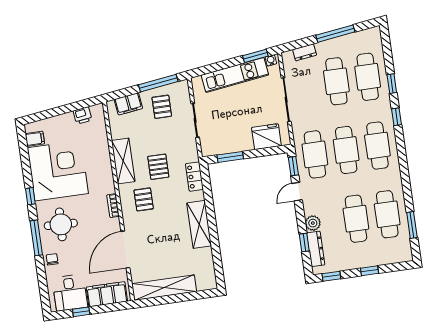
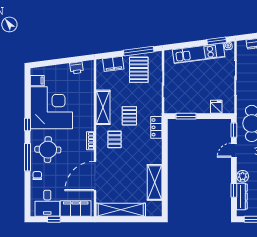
pallet: (162, 107) -> (139, 70), width x1.50, depth x1.42
fridge: (266, 137) -> (216, 107), width x0.53, depth x0.75
shelving: (199, 224) -> (155, 182), moved

